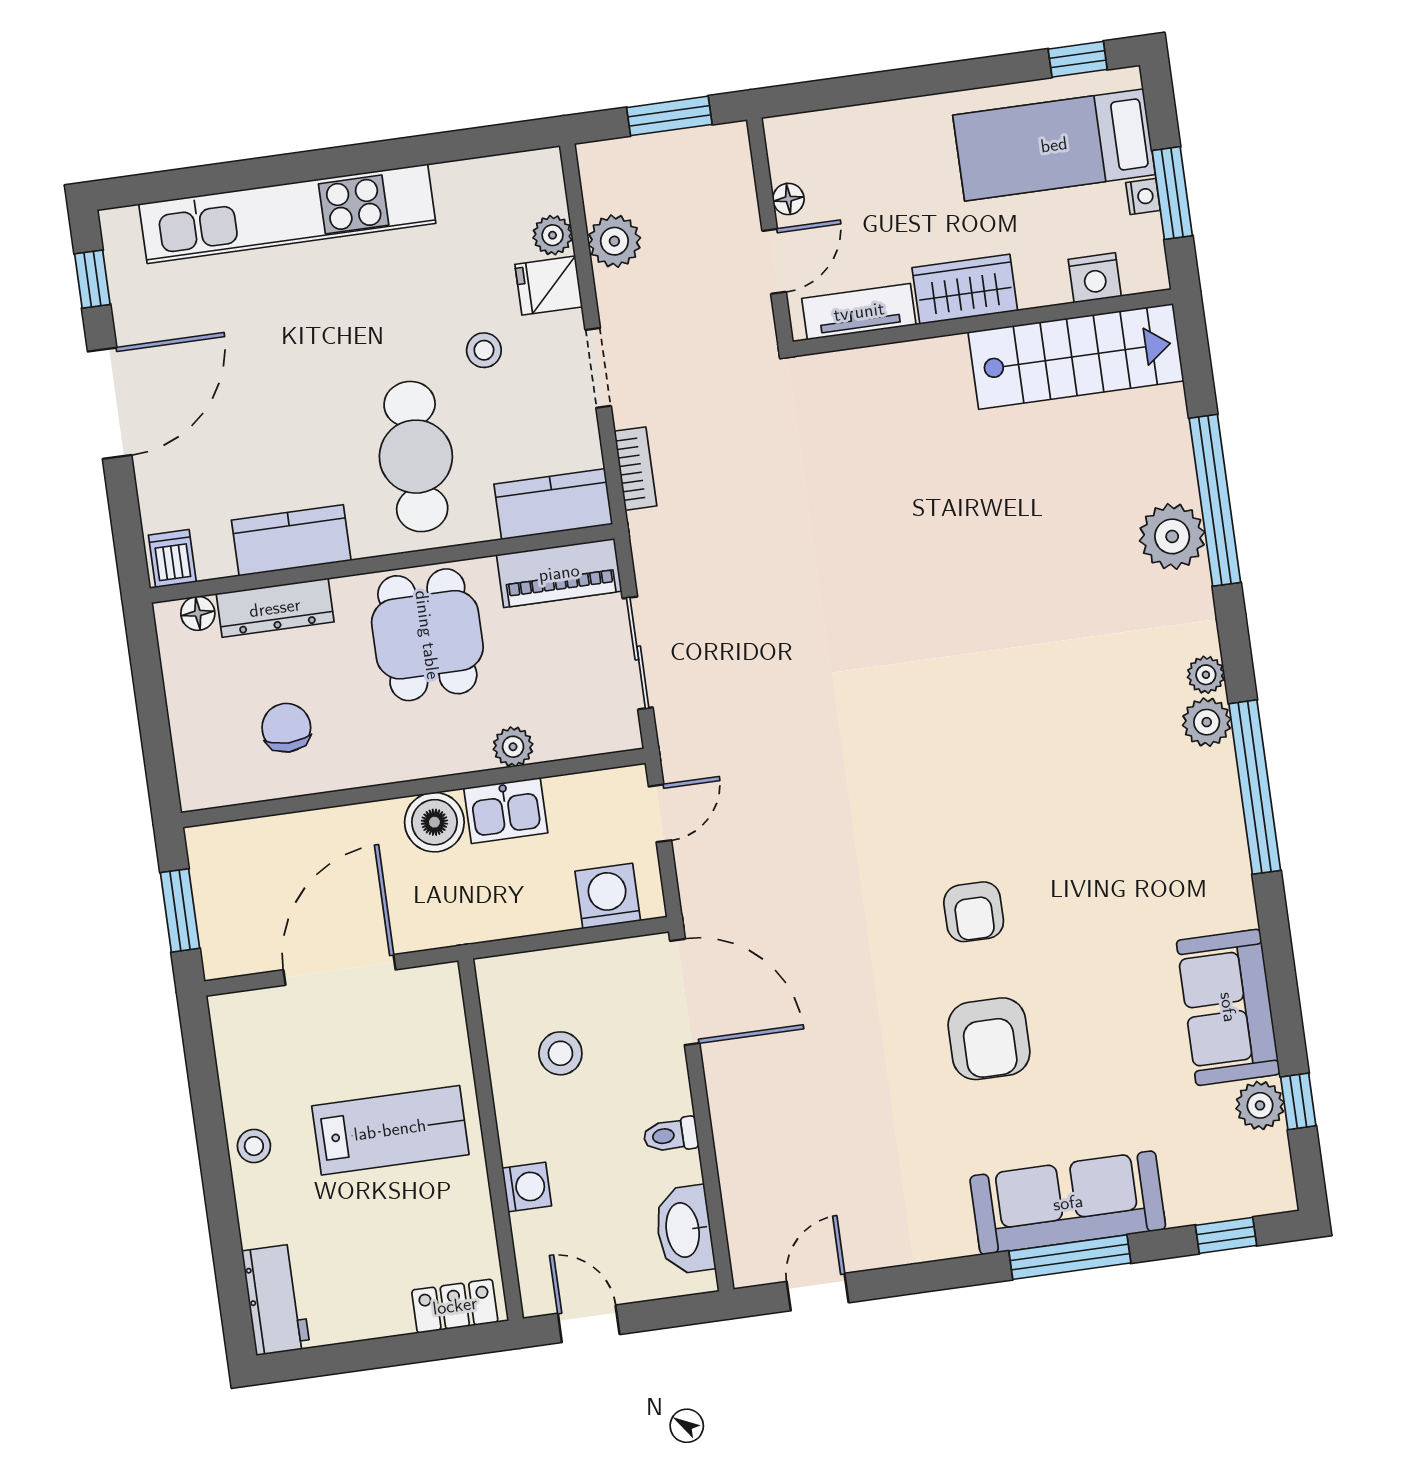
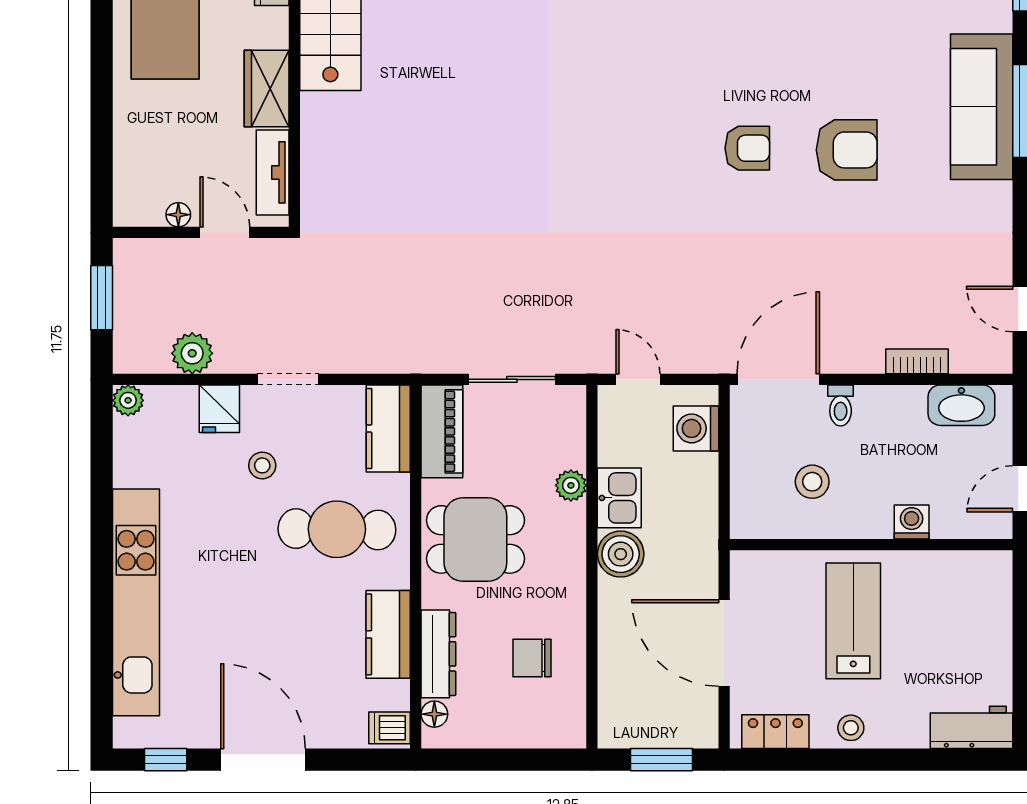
plant: (553, 235) -> (128, 400), moved
bookcase: (635, 469) -> (917, 361), moved
toilet: (671, 1135) -> (841, 405), moved
locker: (455, 1306) -> (775, 732), moved, turned 90

